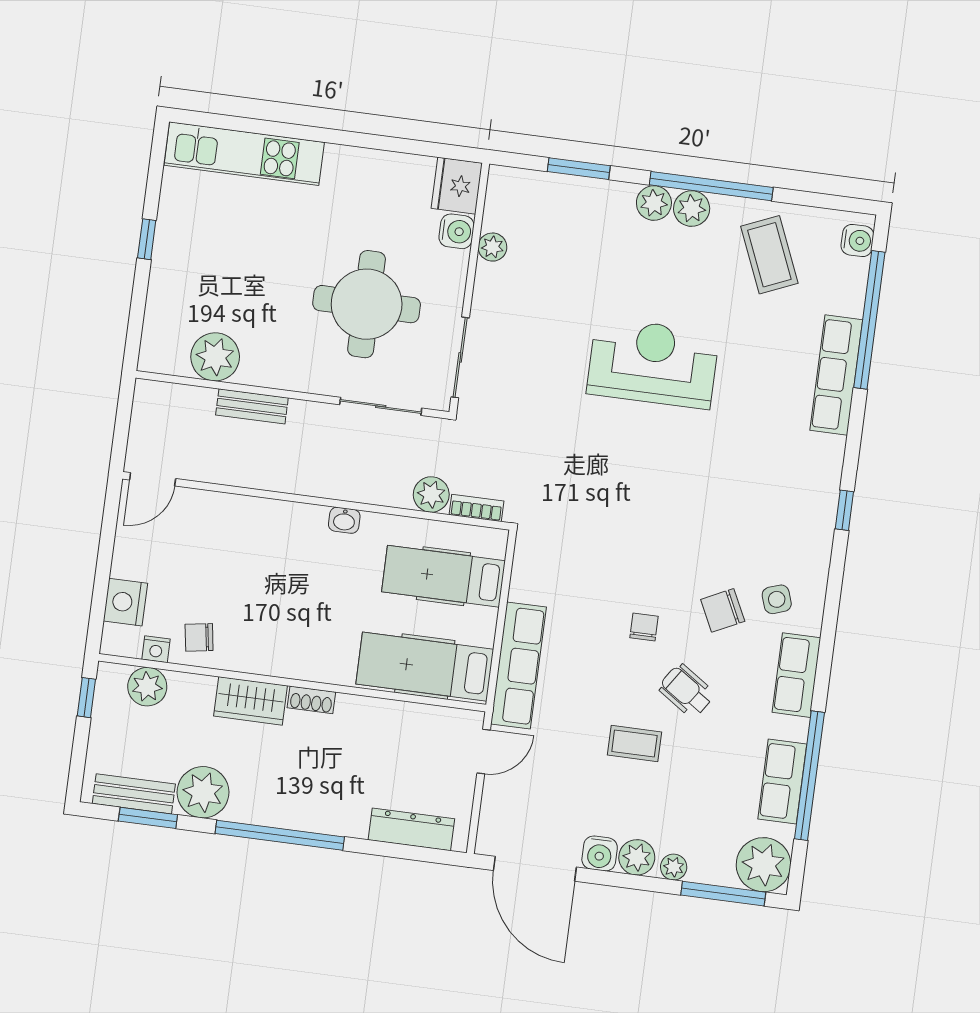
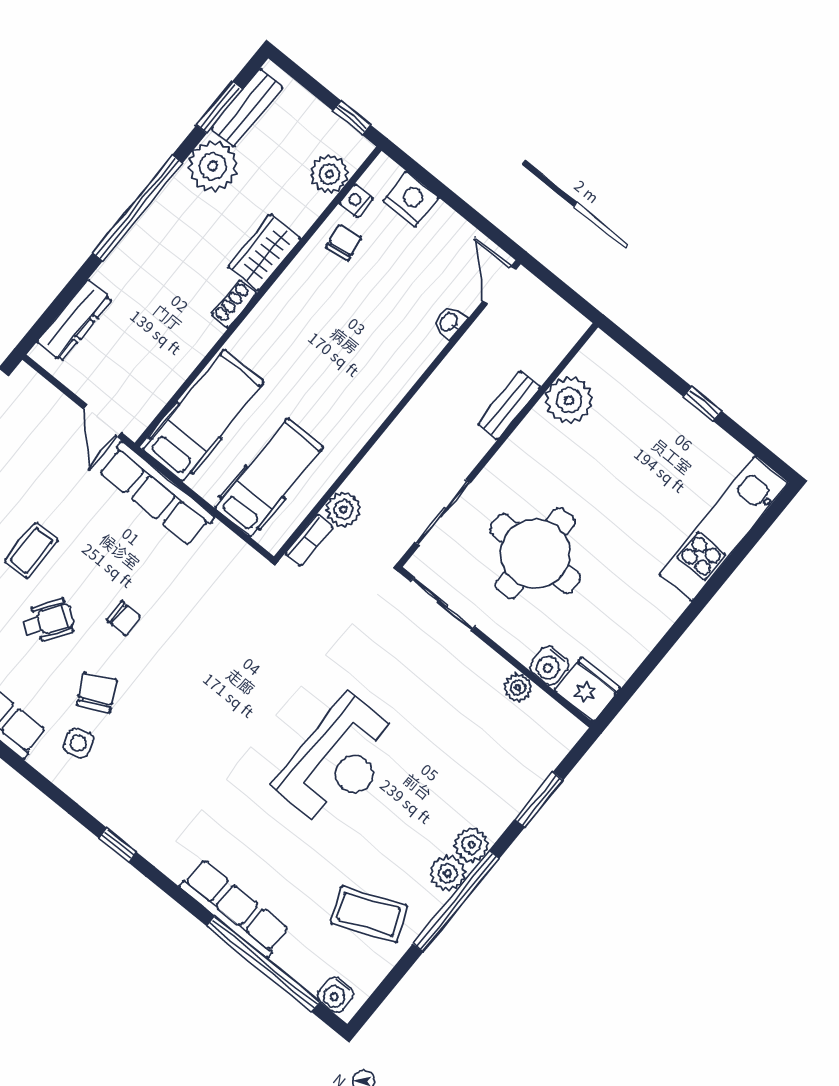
washbasin: (344, 520) -> (449, 322), moved

